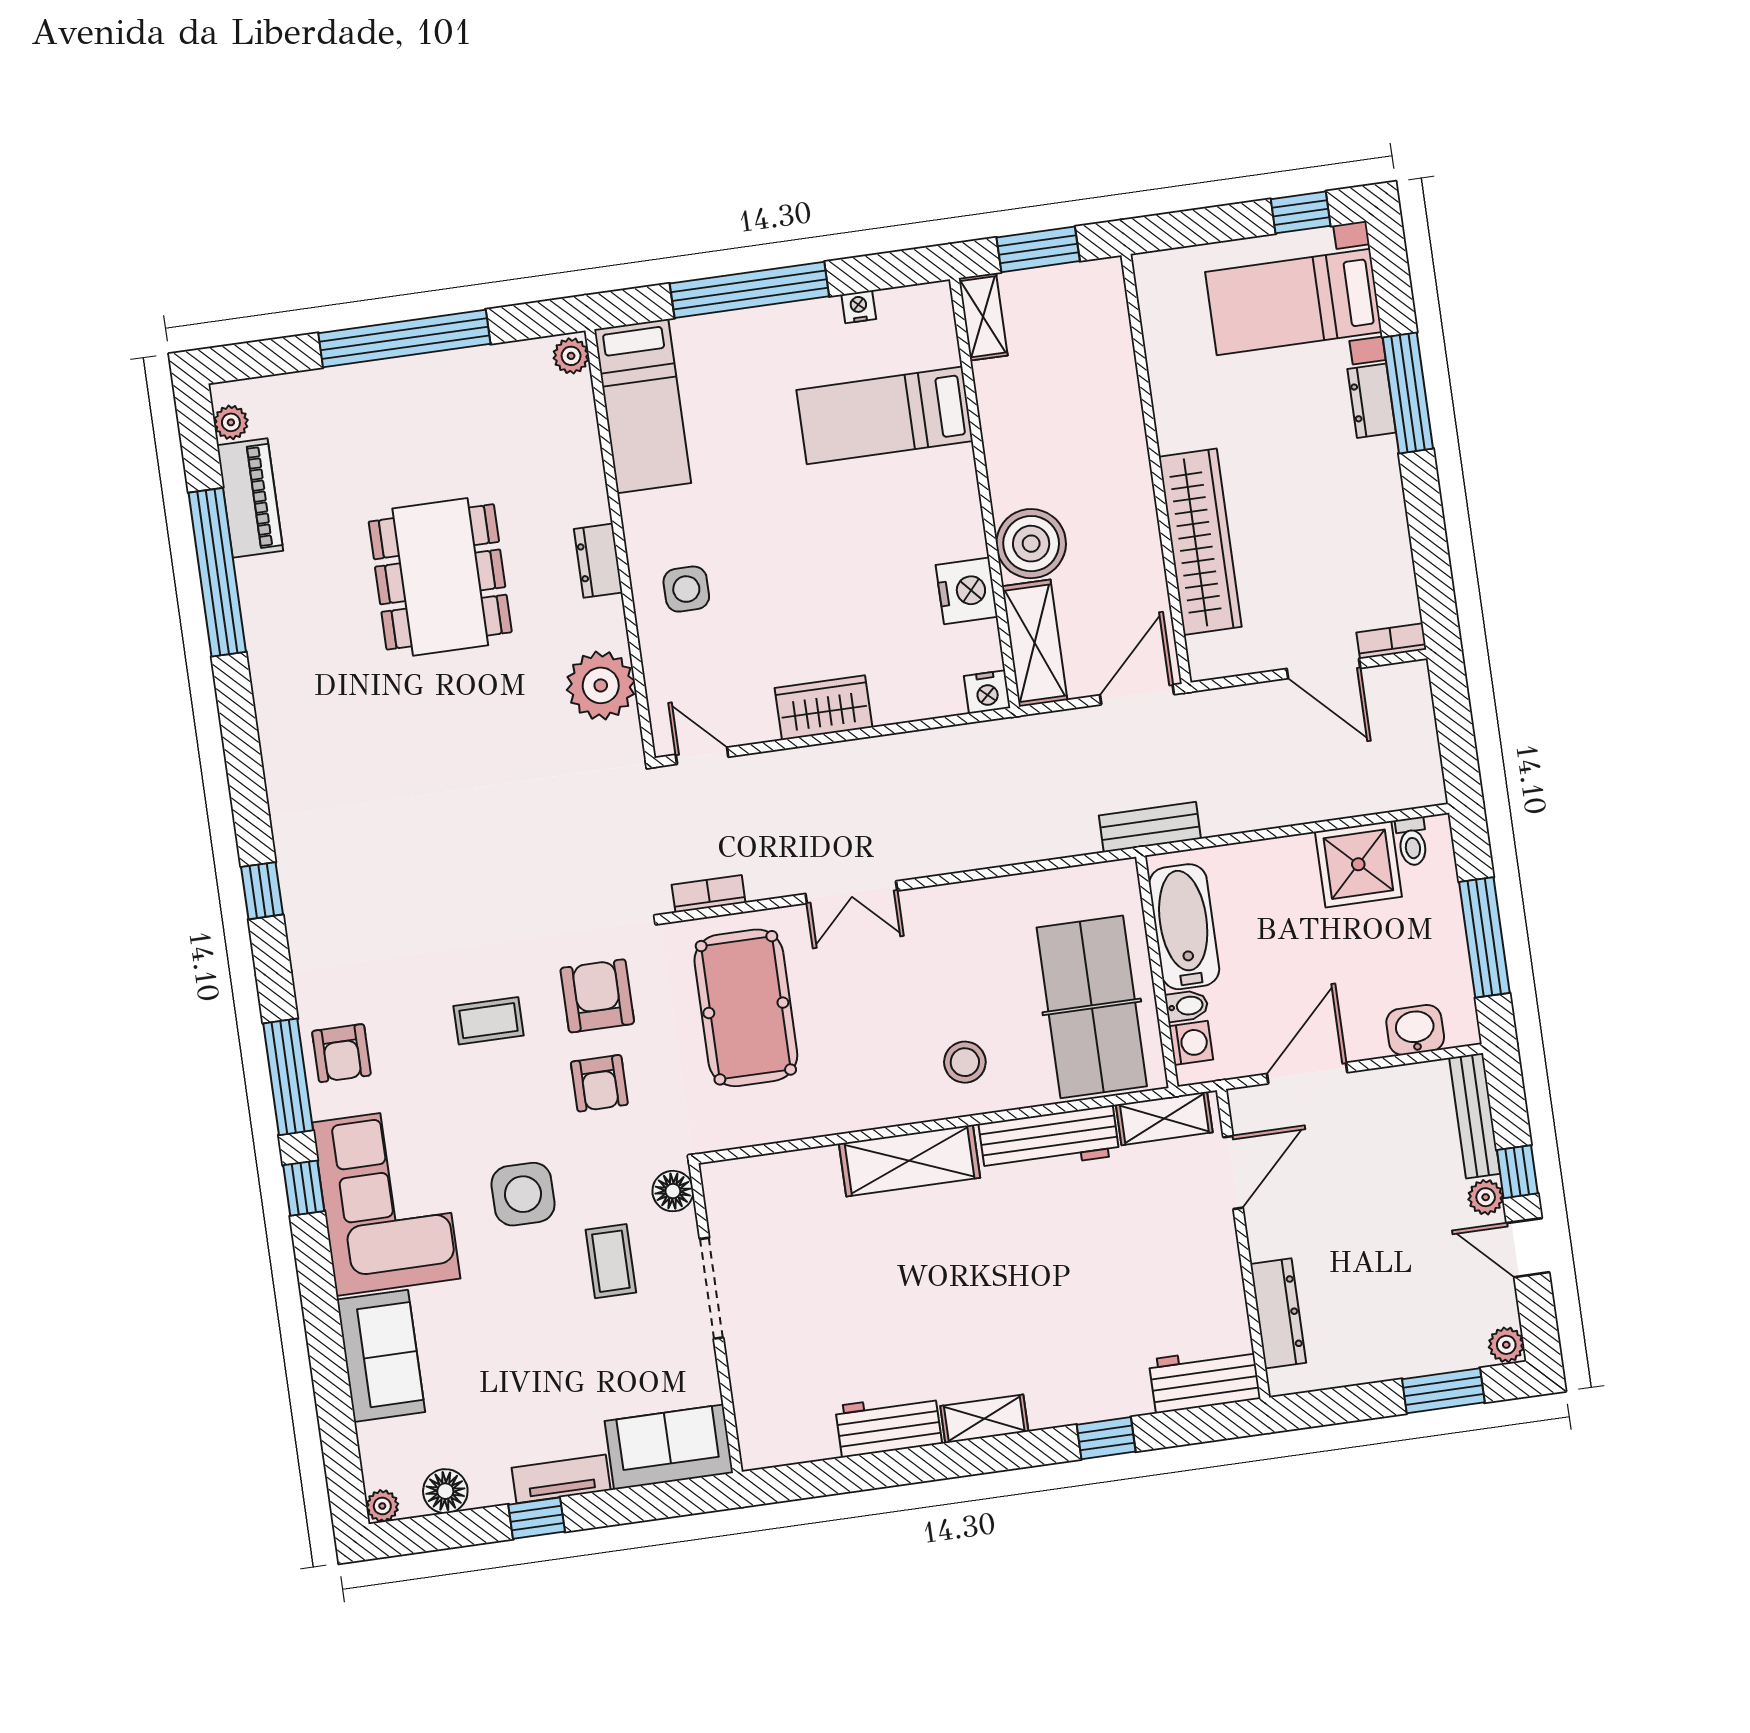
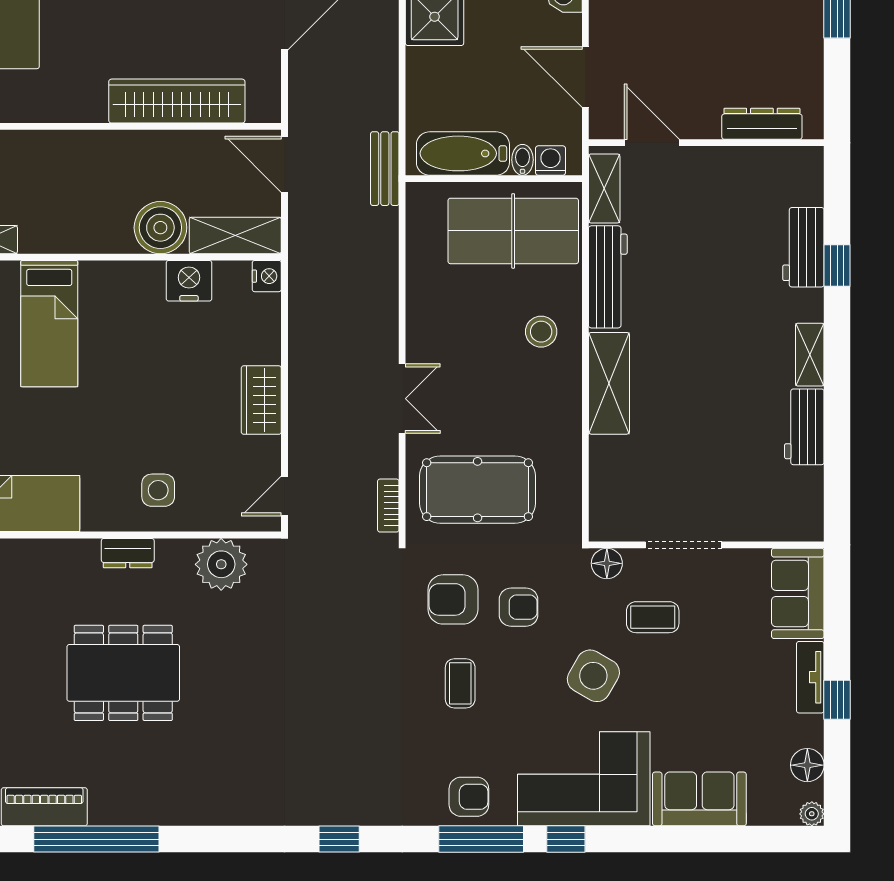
side table: (523, 1194) -> (593, 676), turned 30
workbench: (1205, 1379) -> (803, 247), moved

